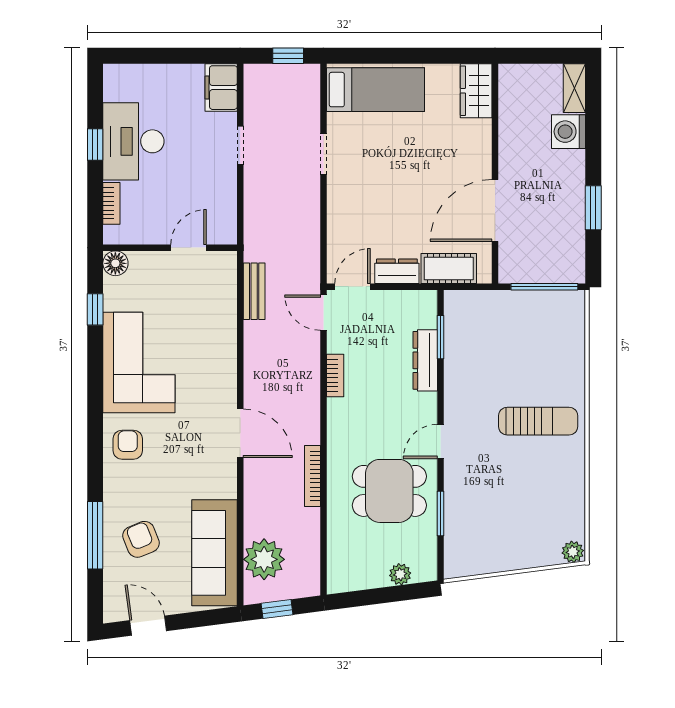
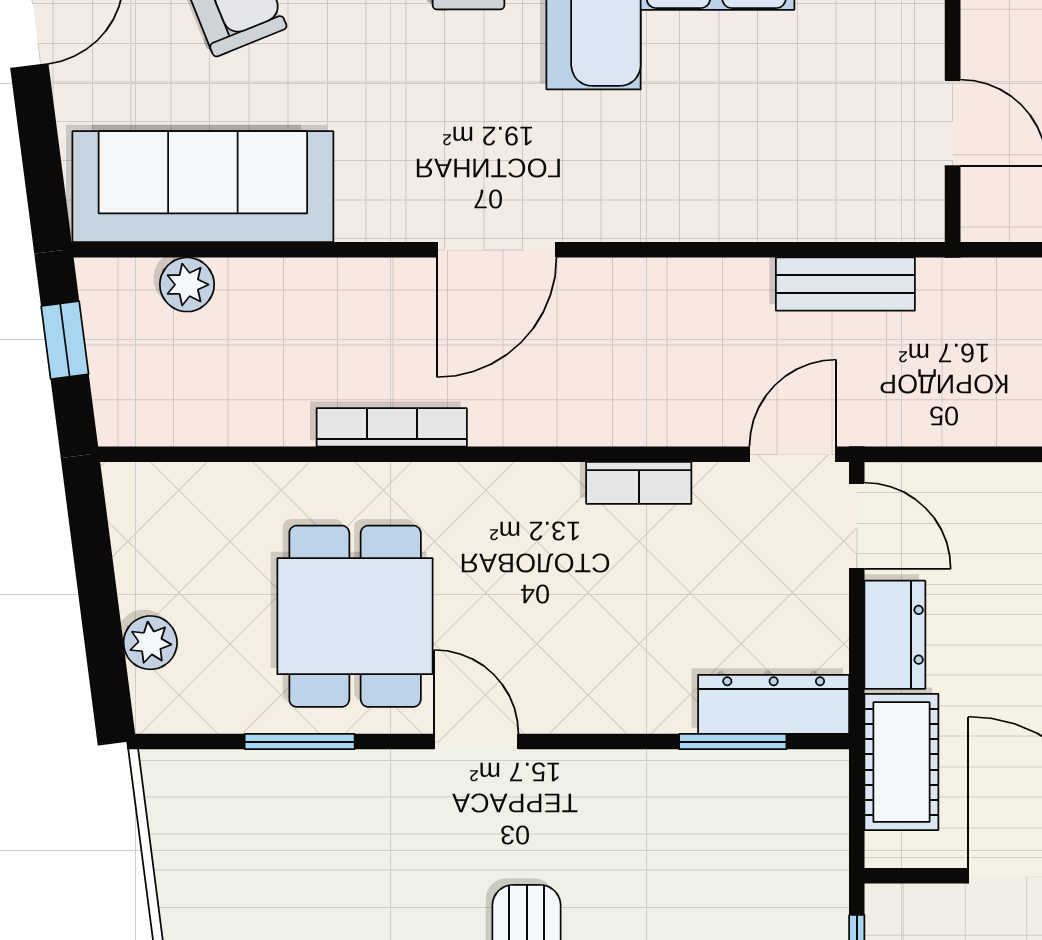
dresser: (425, 360) -> (774, 704), moved
plant: (264, 559) -> (187, 285), width x0.53, depth x0.53

